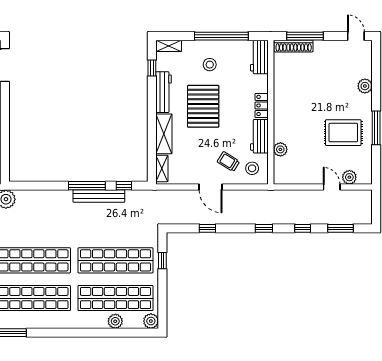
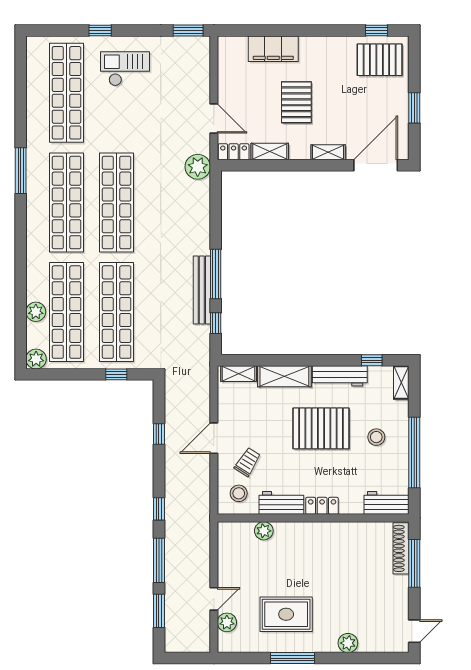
rug: (343, 133) -> (286, 614), turned 90
window: (303, 228) -> (159, 560), width x2.17

